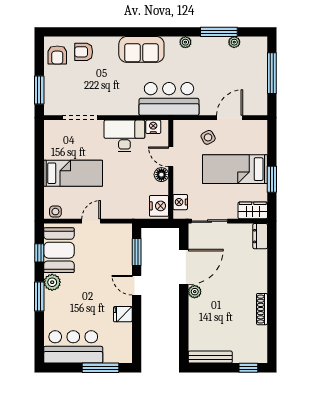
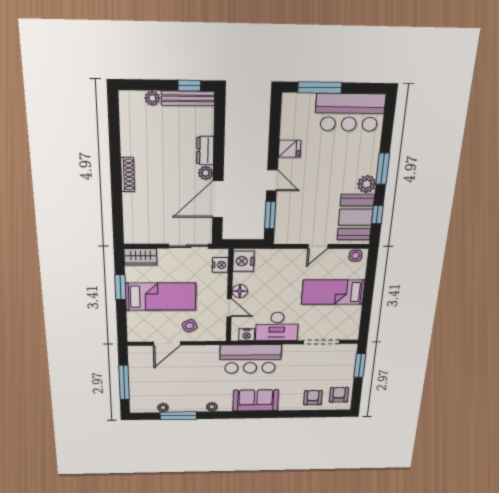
armchair: (84, 52) -> (313, 398), turned -90
bar counter: (169, 99) -> (250, 359), moved
dresser: (260, 236) -> (205, 150), moved, turned 180
shoe rack: (262, 309) -> (128, 175), moved
plant: (240, 357) -> (152, 98), added
window: (248, 368) -> (189, 86), moved

